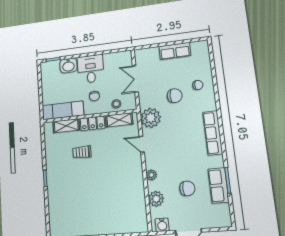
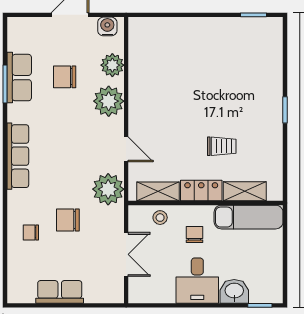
plant: (151, 175) -> (109, 101), width x1.88, depth x1.88

